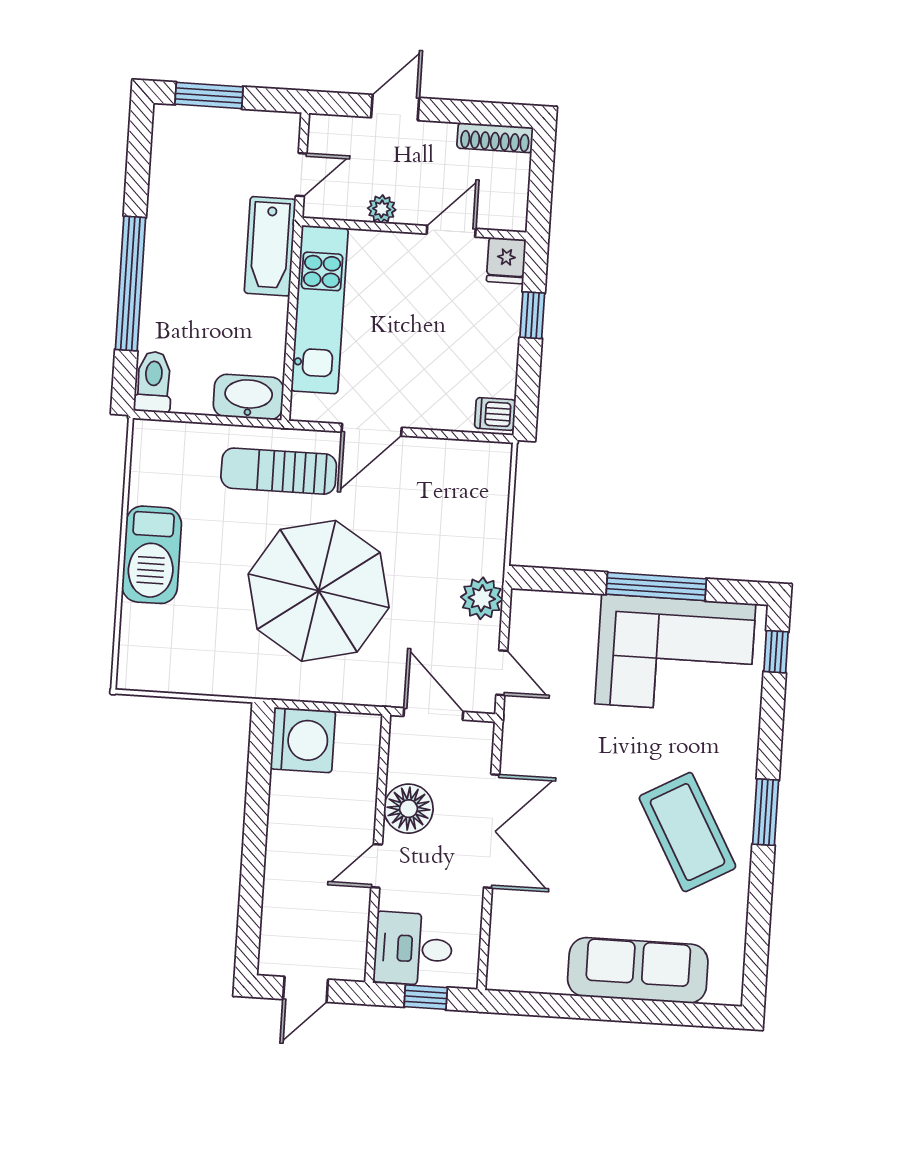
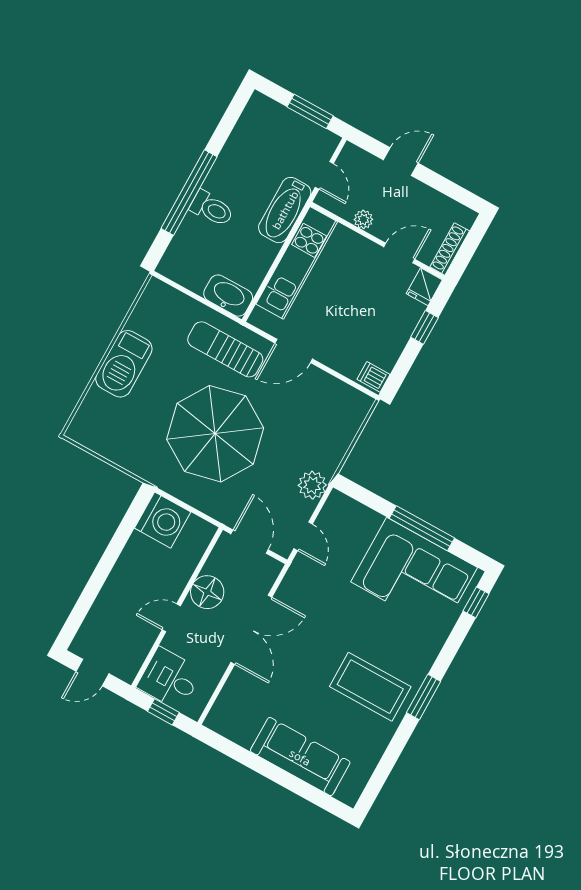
window: (209, 96) -> (310, 111), moved
shoe rack: (495, 138) -> (450, 249), moved, turned 90
door: (301, 175) -> (324, 175), hinge flipped
toilet: (153, 382) -> (212, 209), moved, turned 90
coffee table: (687, 832) -> (370, 687), turned -61

